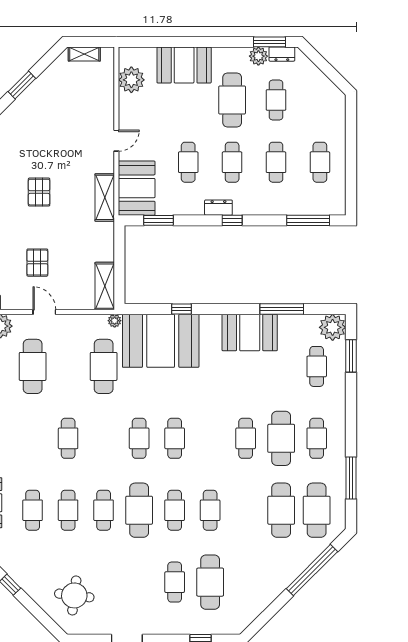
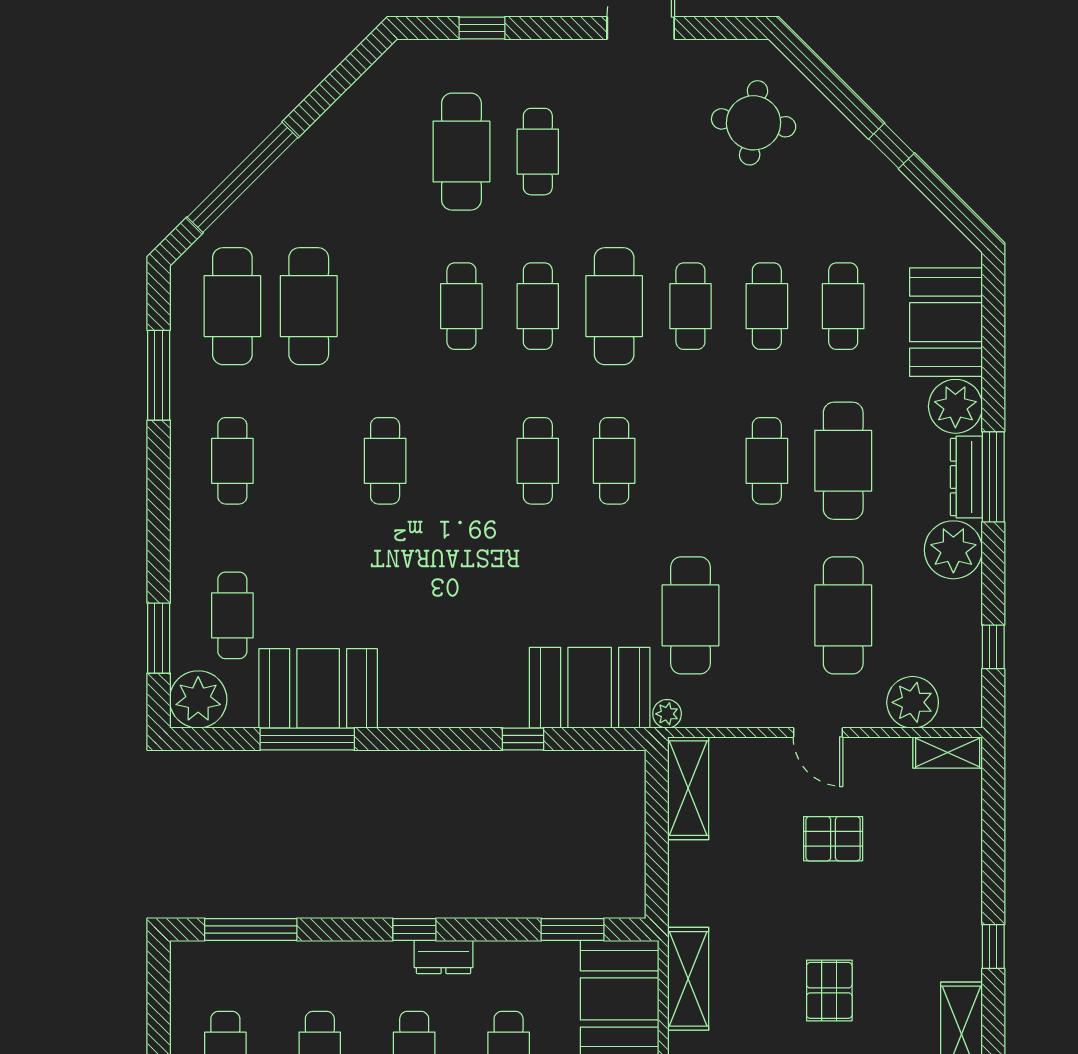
pallet: (37, 263) -> (833, 839), turned 90
booth: (250, 332) -> (318, 688), moved
booth: (161, 341) -> (590, 688), width x0.73, depth x0.70
cafe table: (281, 438) -> (843, 461), moved

